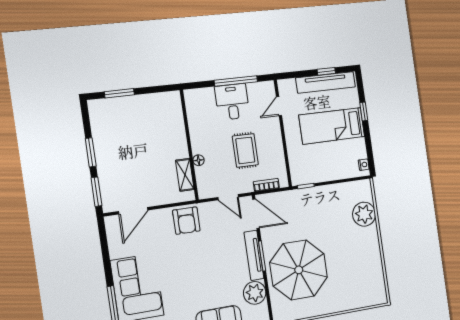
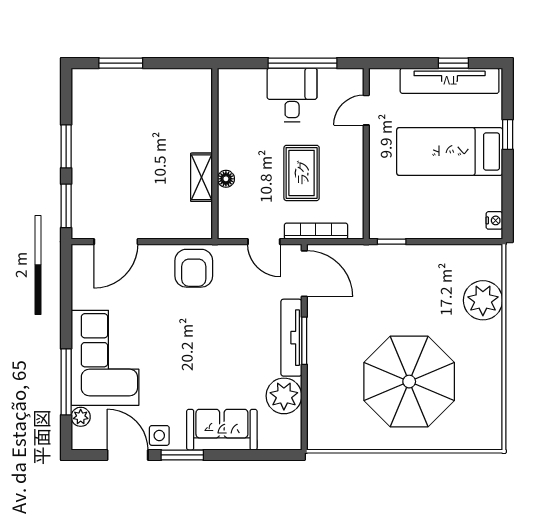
shelving: (185, 175) -> (202, 177), moved
bookcase: (266, 185) -> (316, 231), width x1.56
parasol: (299, 270) -> (409, 382), moved

